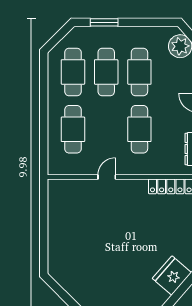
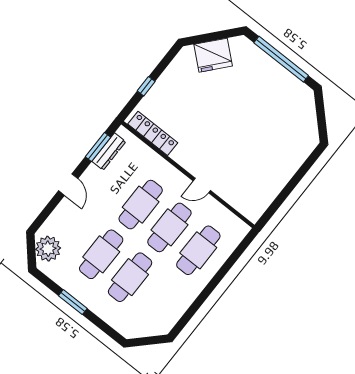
window: (104, 22) -> (73, 302), moved
cafe table: (73, 72) -> (169, 227), moved

